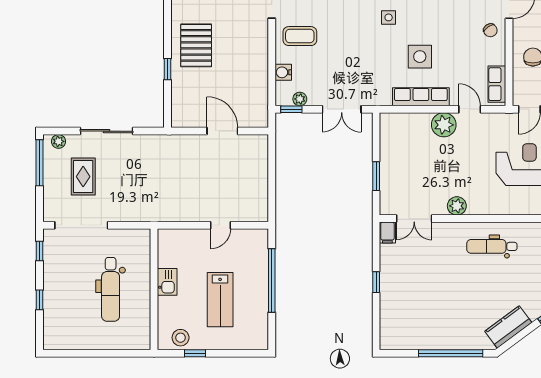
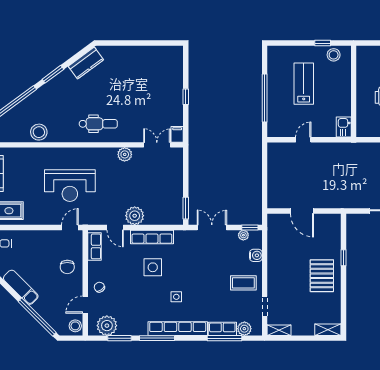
window: (376, 176) -> (186, 208), moved
kitchen sink: (167, 282) -> (344, 127), moved
window: (451, 353) -> (129, 43), removed

